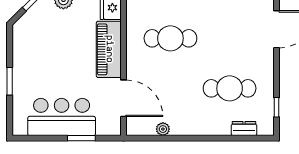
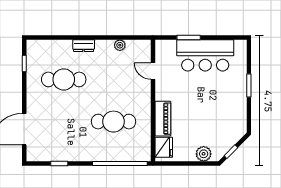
piano: (109, 49) -> (163, 119), width x0.73, depth x0.75
door: (124, 98) -> (153, 71), width x0.53
dresser: (244, 129) -> (84, 46), moved

